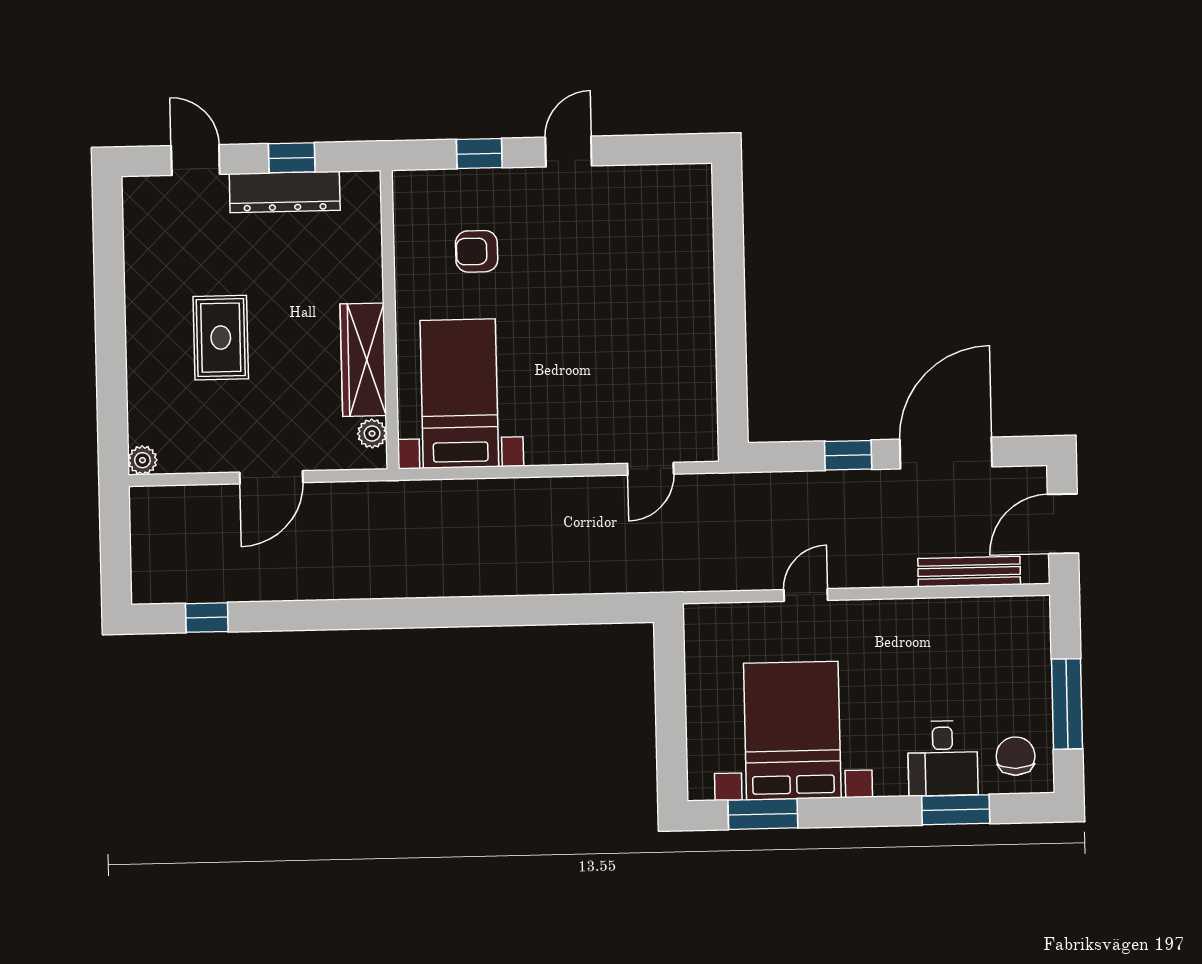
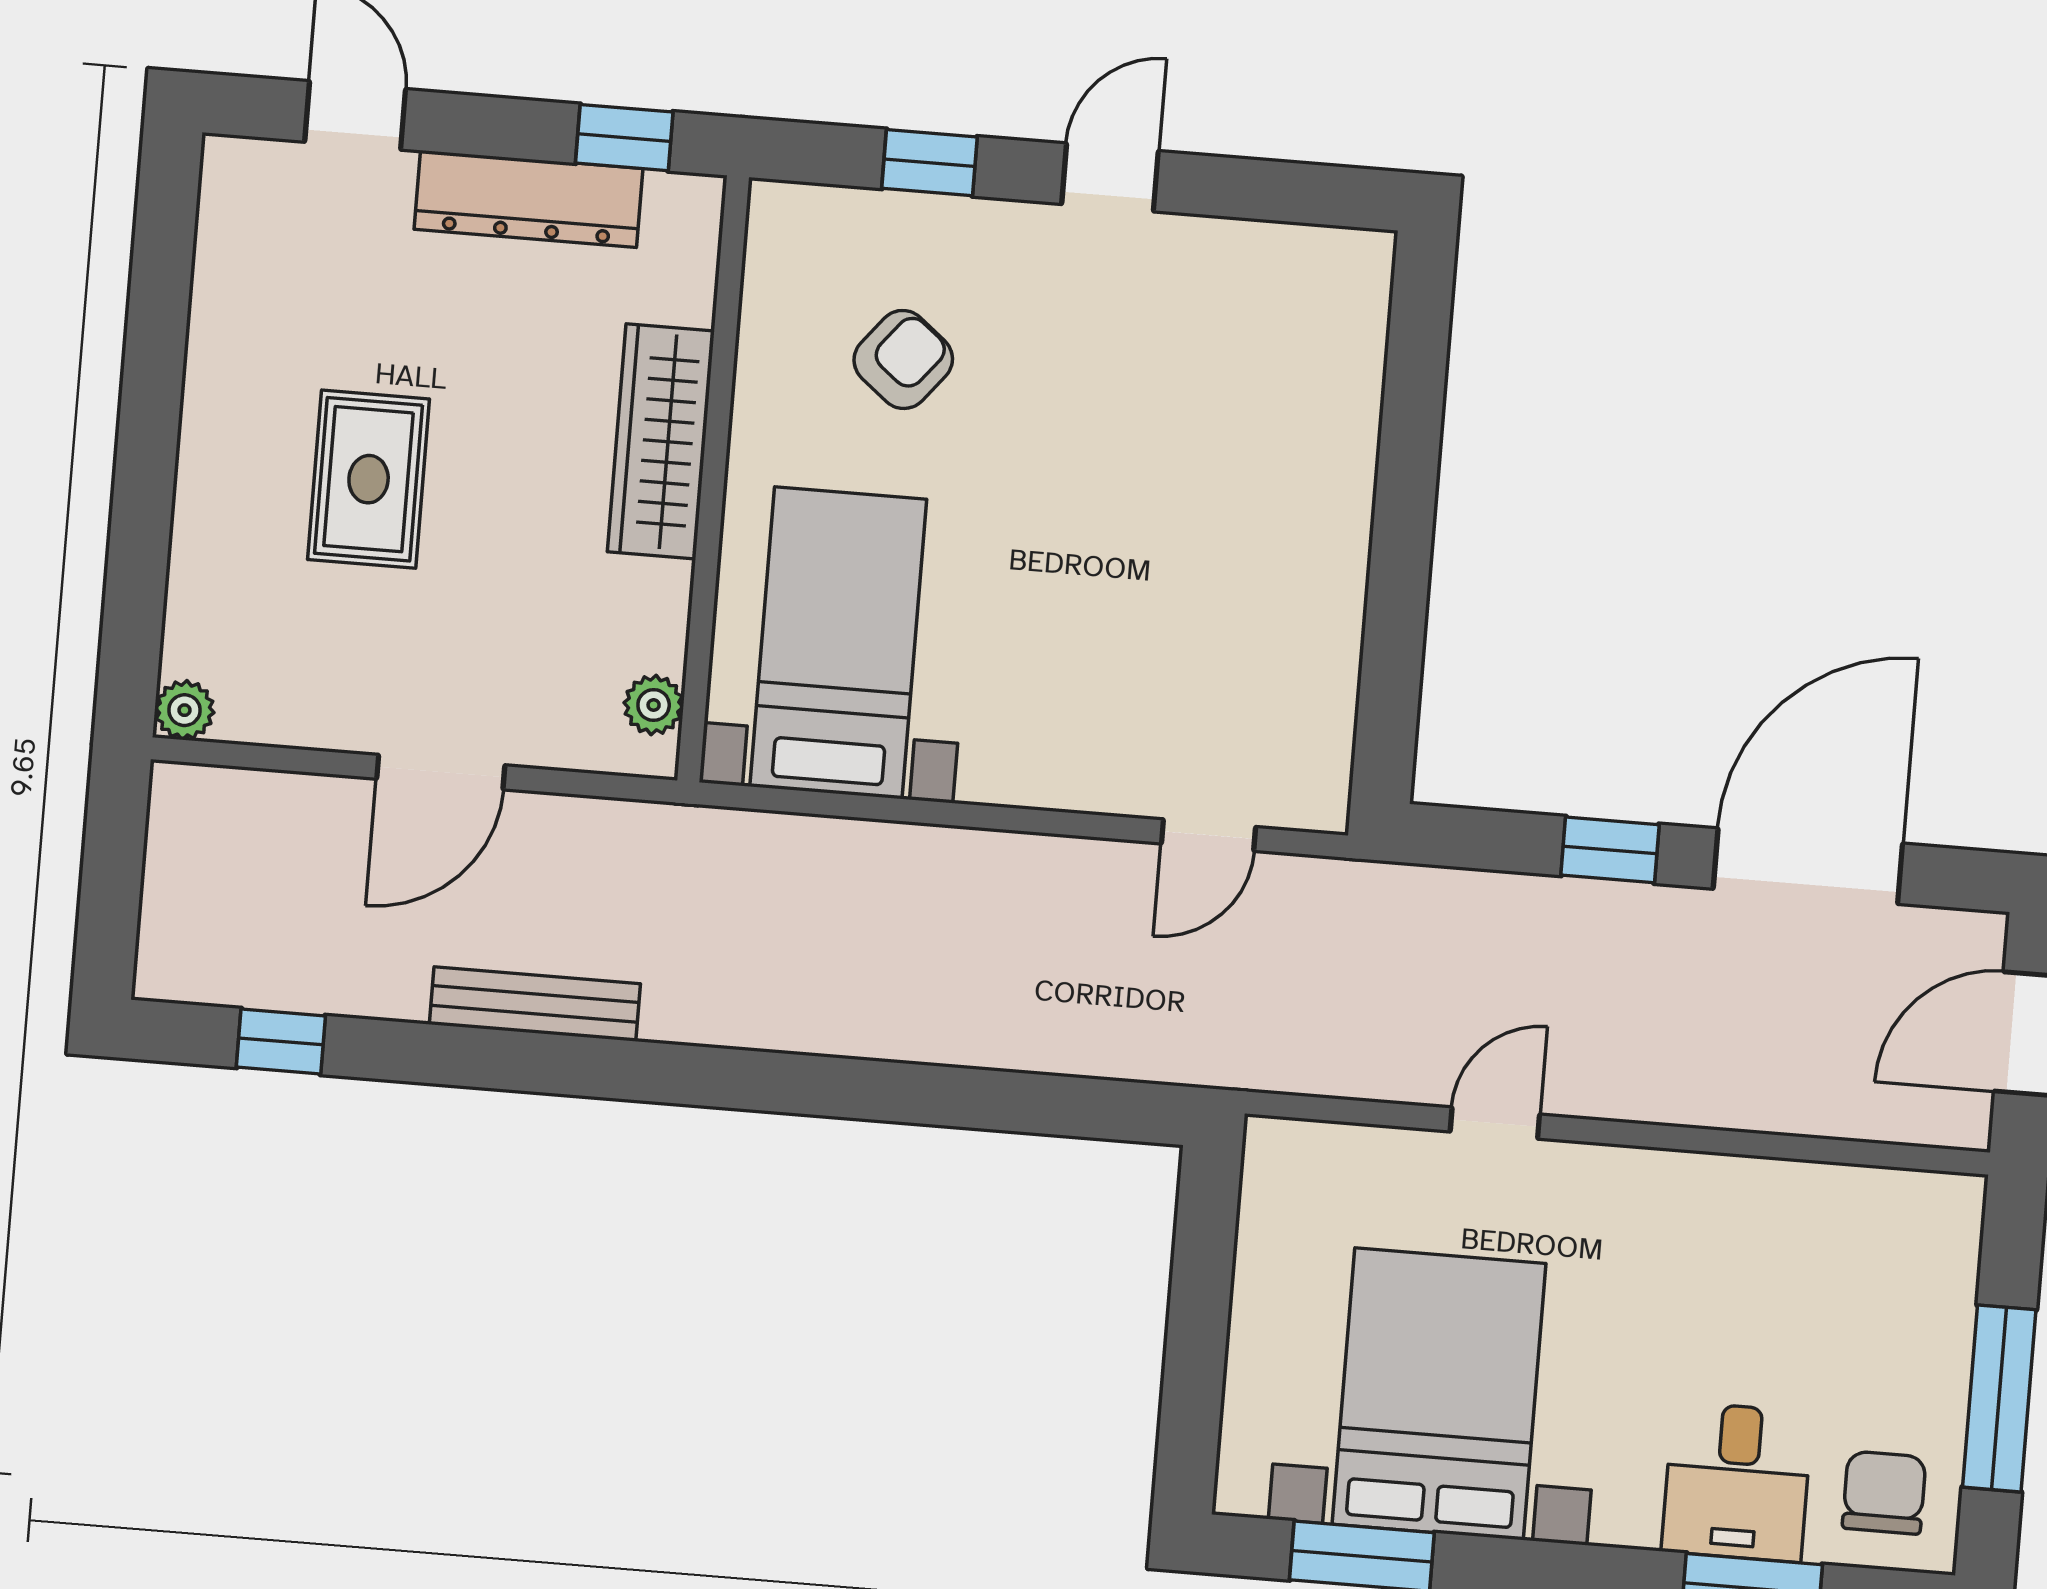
window: (292, 158) -> (624, 138), moved
armchair: (477, 251) -> (903, 359), turned 129
wardrobe: (363, 360) -> (661, 441), moved
bench: (969, 572) -> (535, 1004), moved

